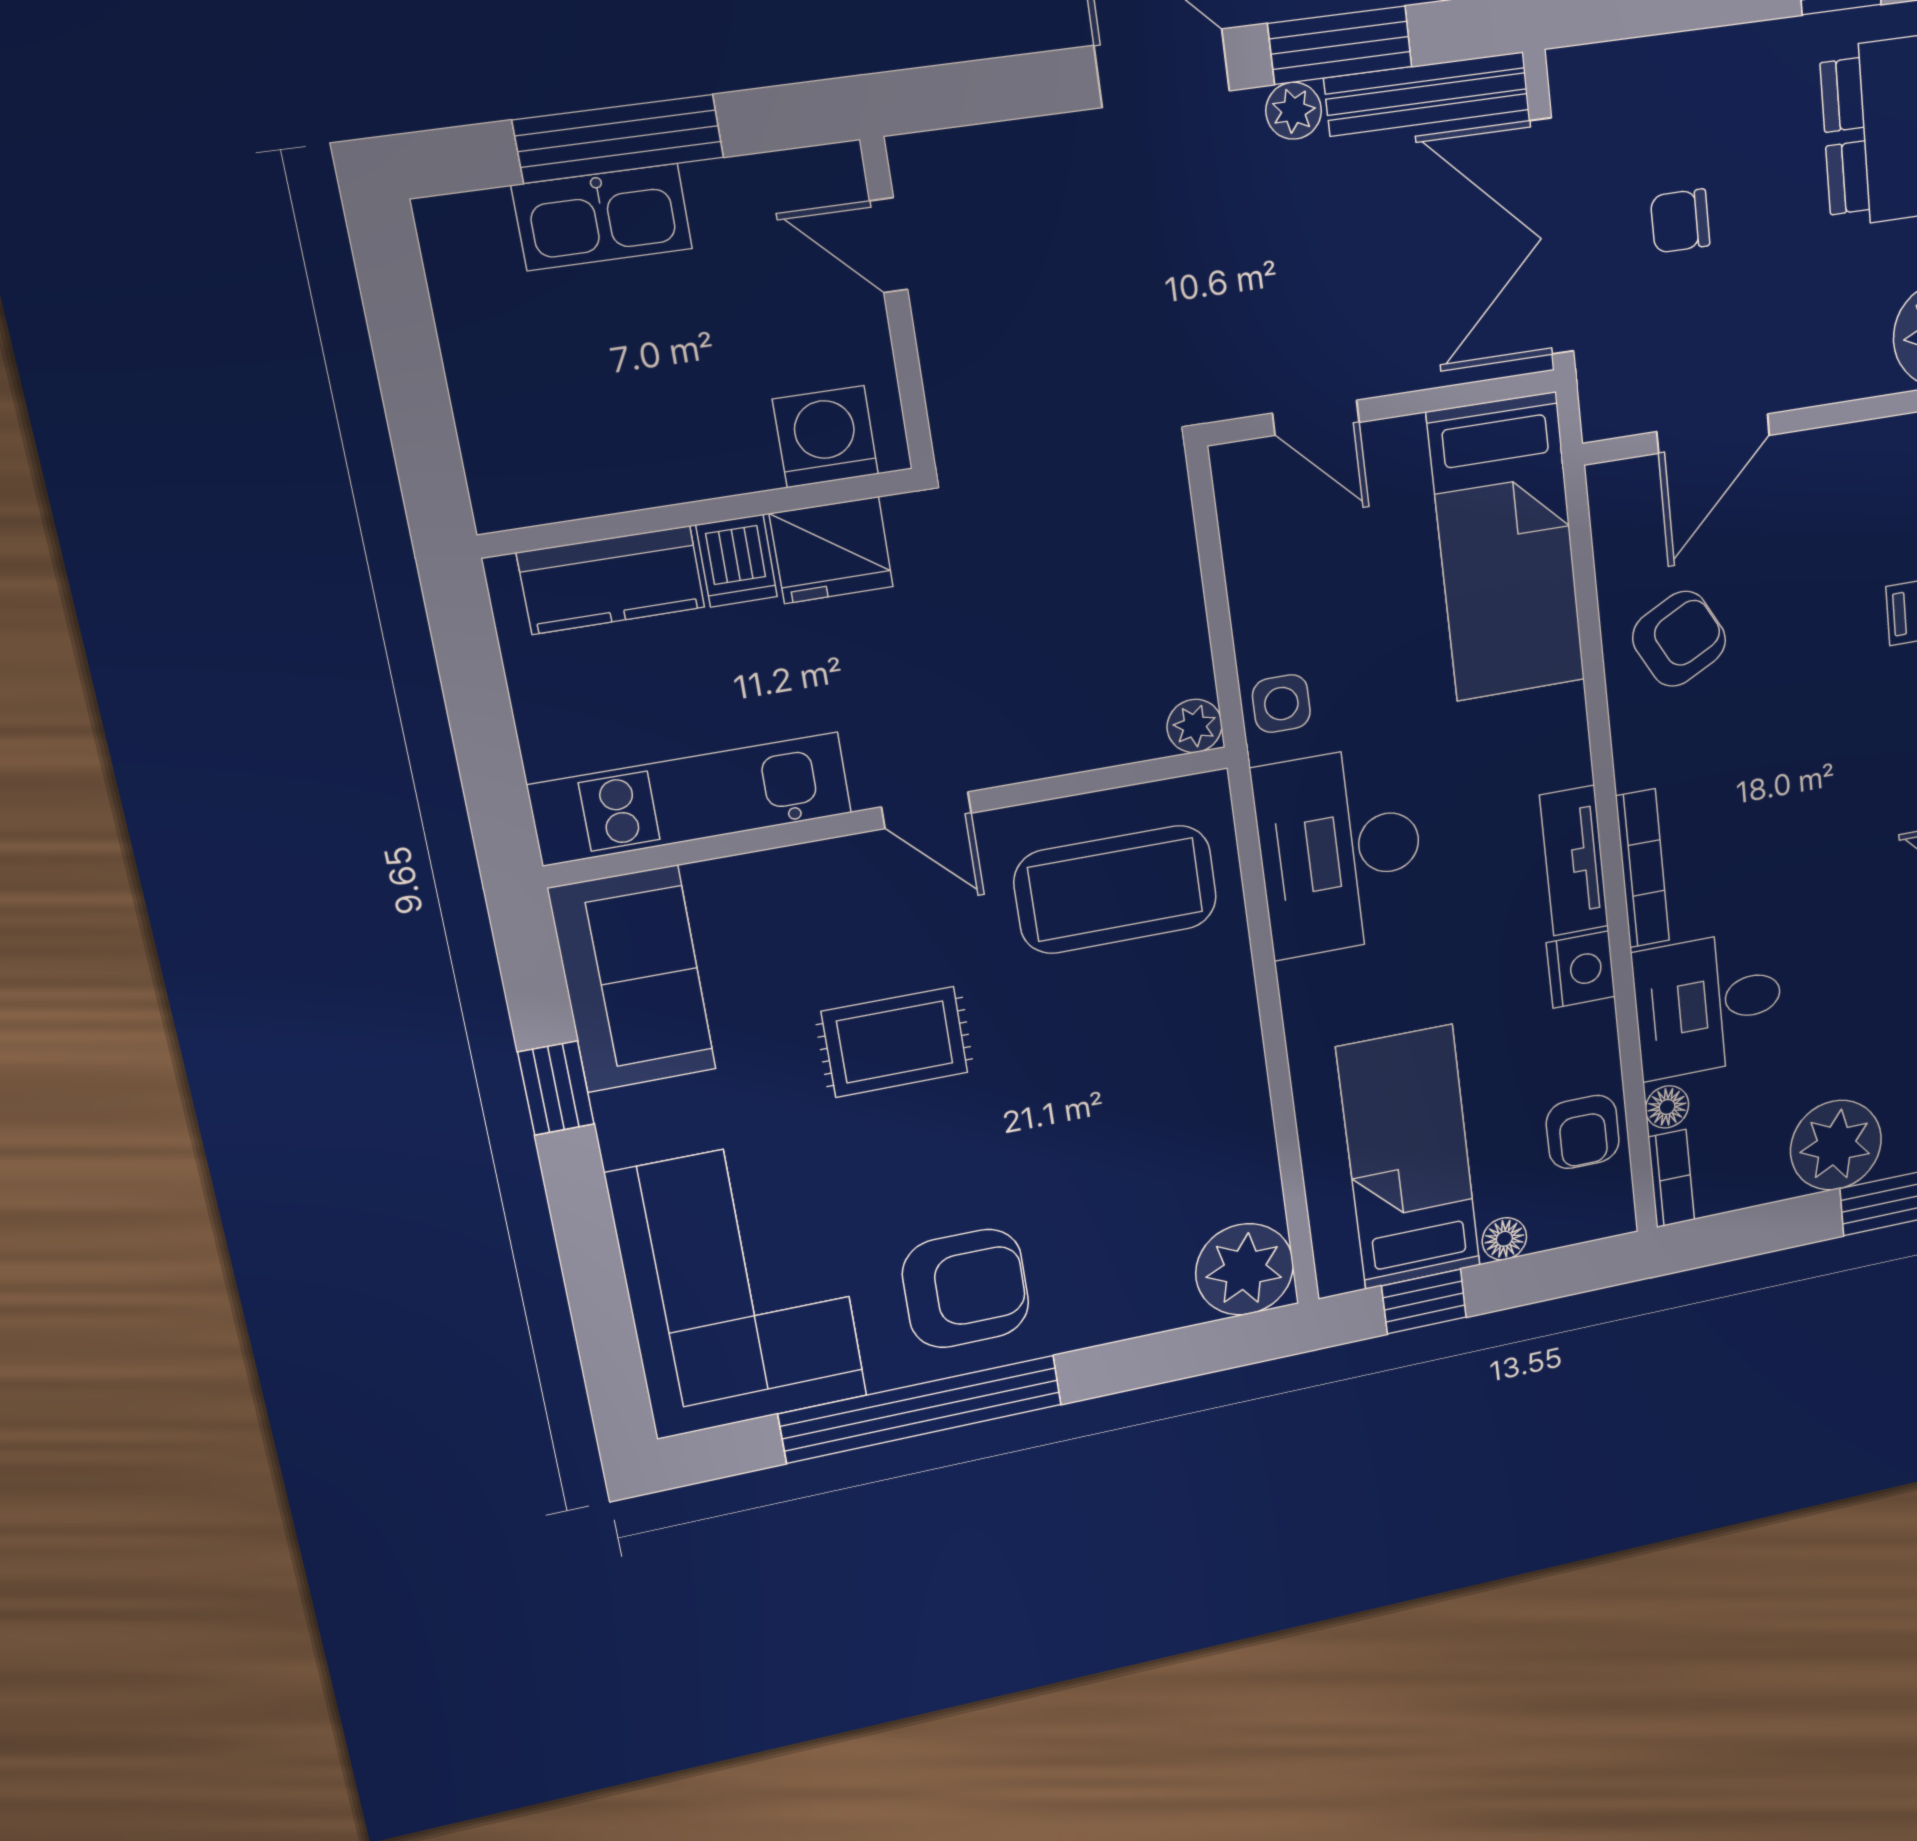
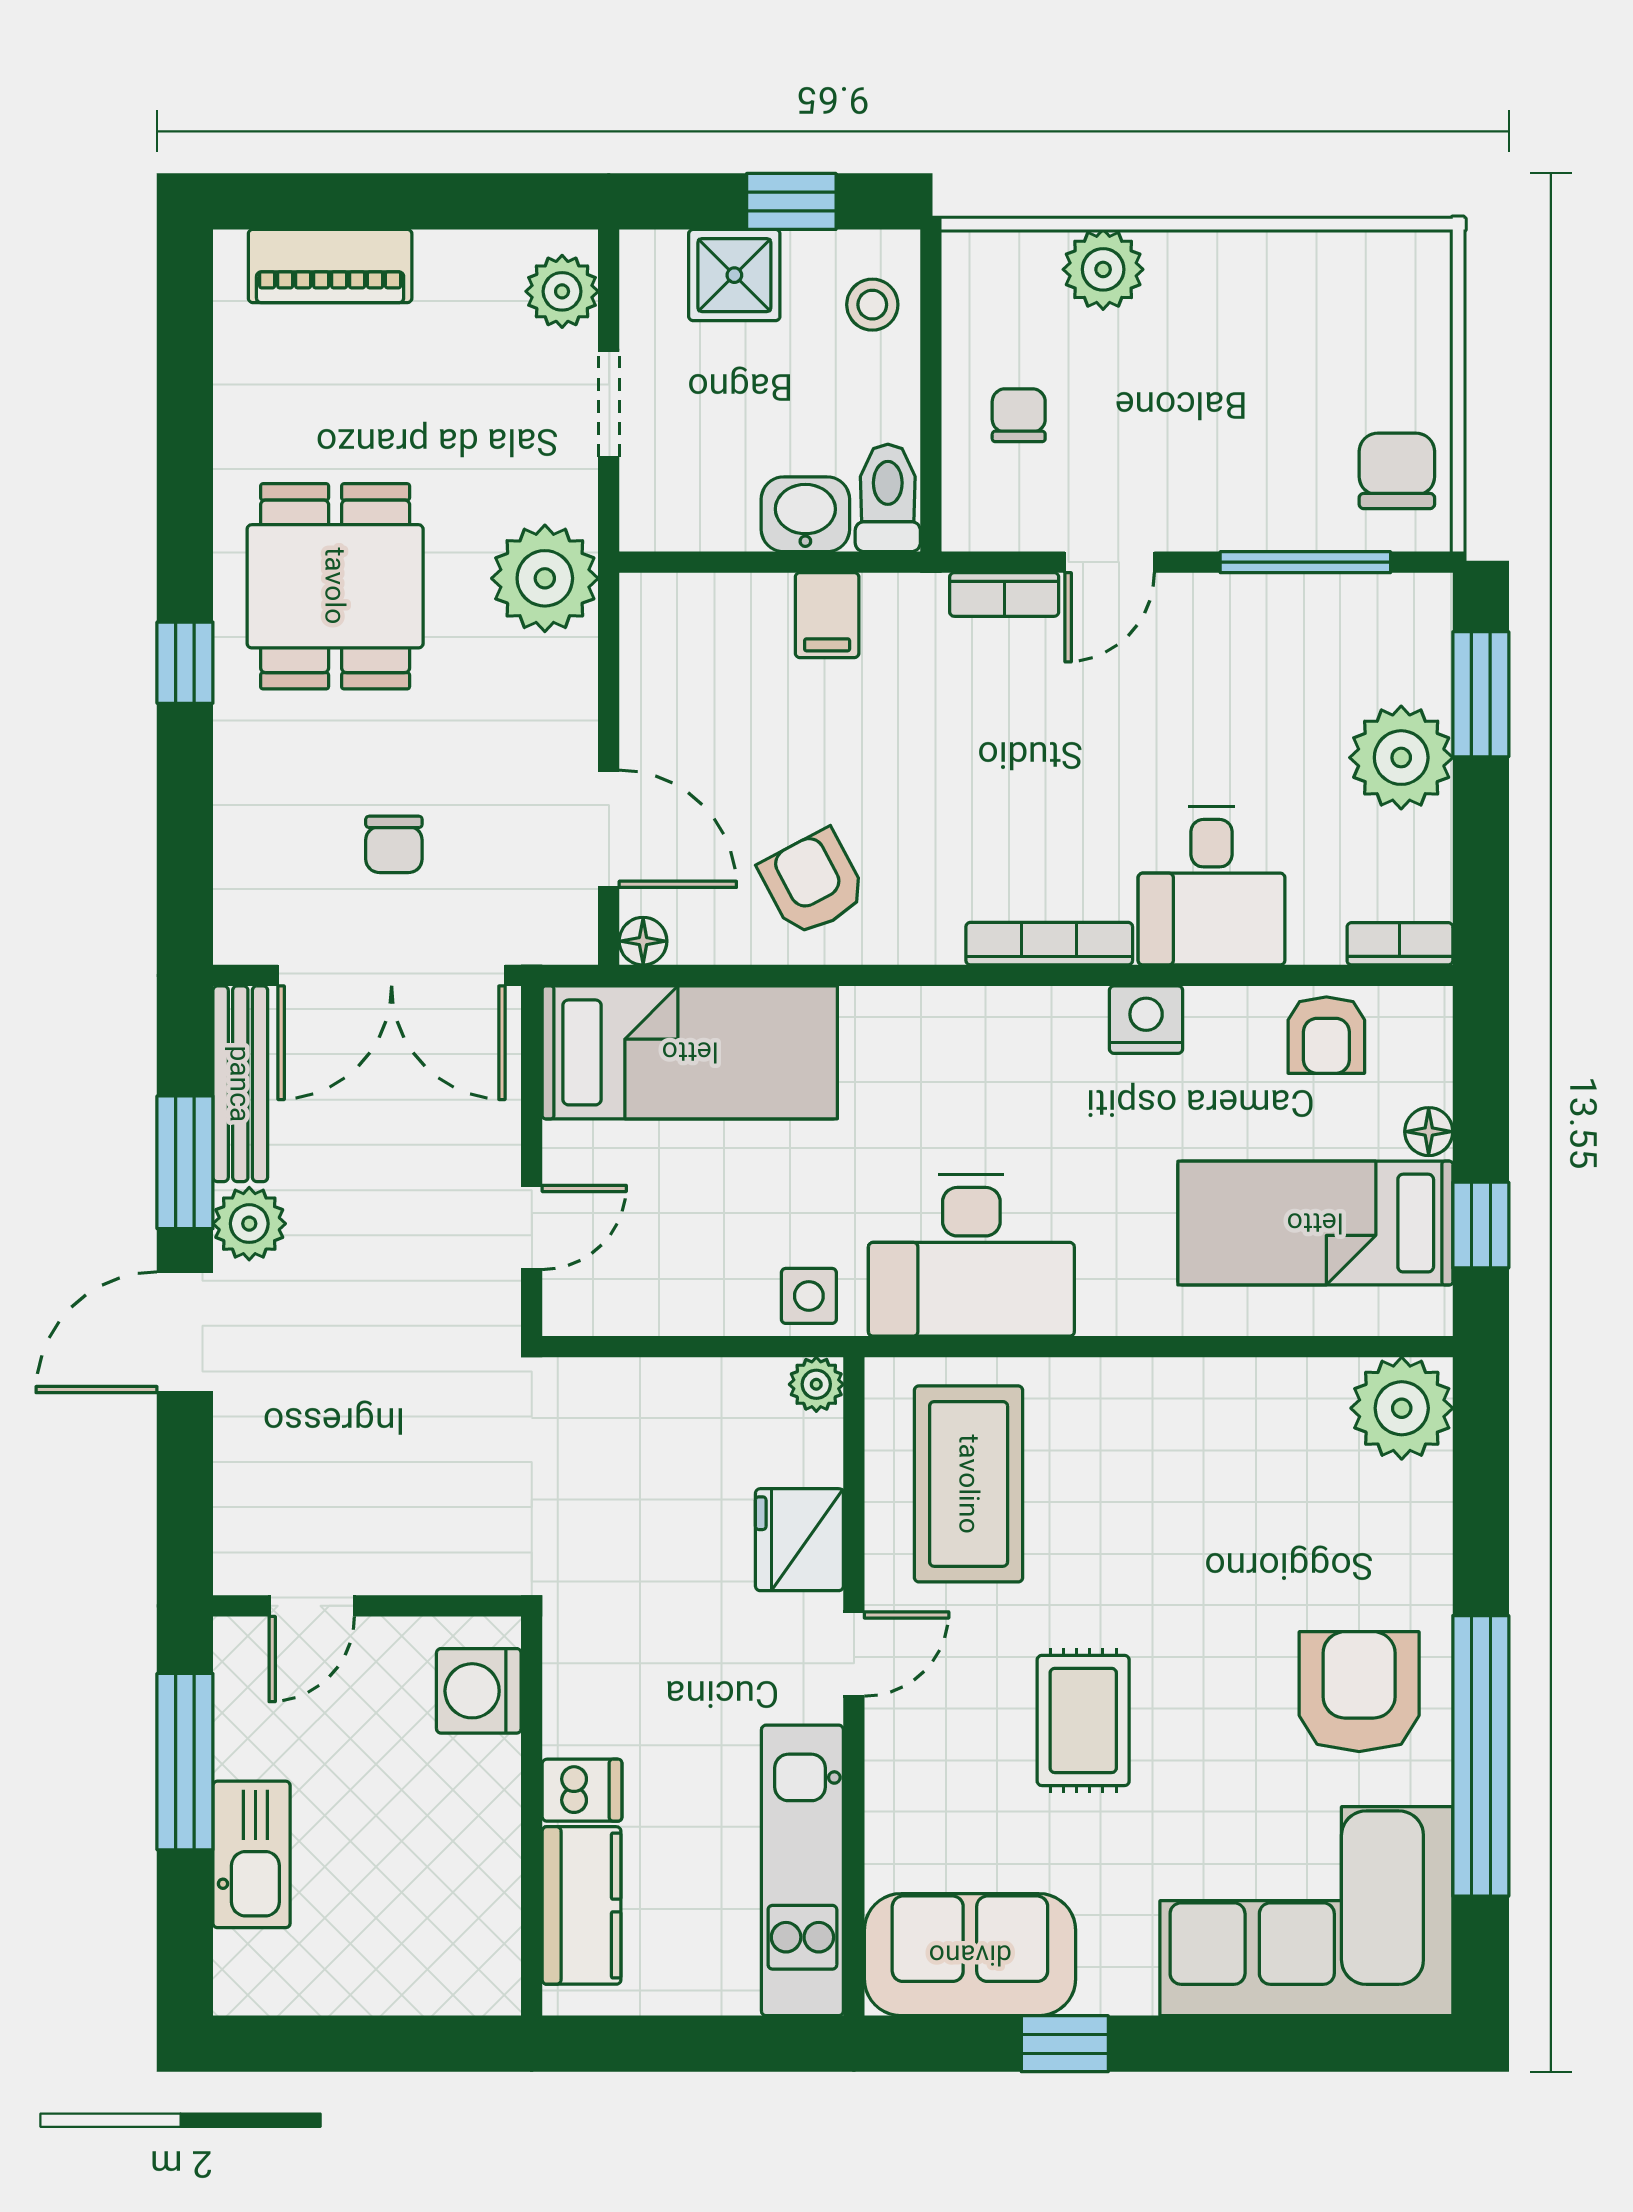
plant: (1294, 111) -> (249, 1224), width x1.38, depth x1.38
window: (618, 139) -> (185, 1762), moved
fridge: (831, 550) -> (799, 1540), moved, turned 180
tv unit: (1574, 861) -> (1027, 1015), removed
floor lamp: (1667, 1107) -> (643, 941), moved
armchair: (1583, 1132) -> (1326, 1035), turned 90

